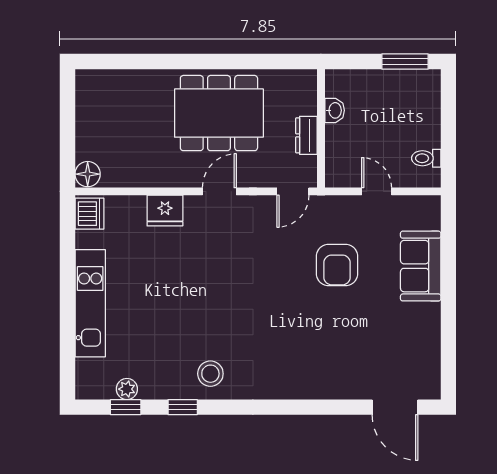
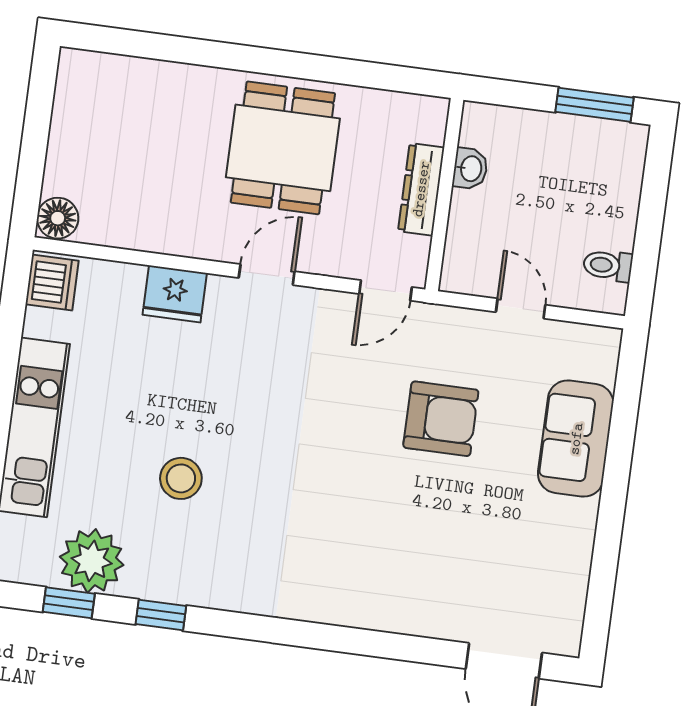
dining table: (219, 113) -> (283, 148), width x0.73
dresser: (306, 135) -> (421, 189), width x1.44
armchair: (337, 265) -> (441, 419), turned -90
stool: (210, 374) -> (181, 478), moved
plant: (127, 389) -> (92, 561), width x1.87, depth x1.87

